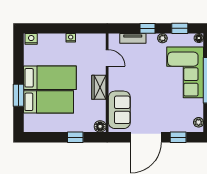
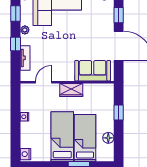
floor lamp: (100, 126) -> (108, 138), moved

